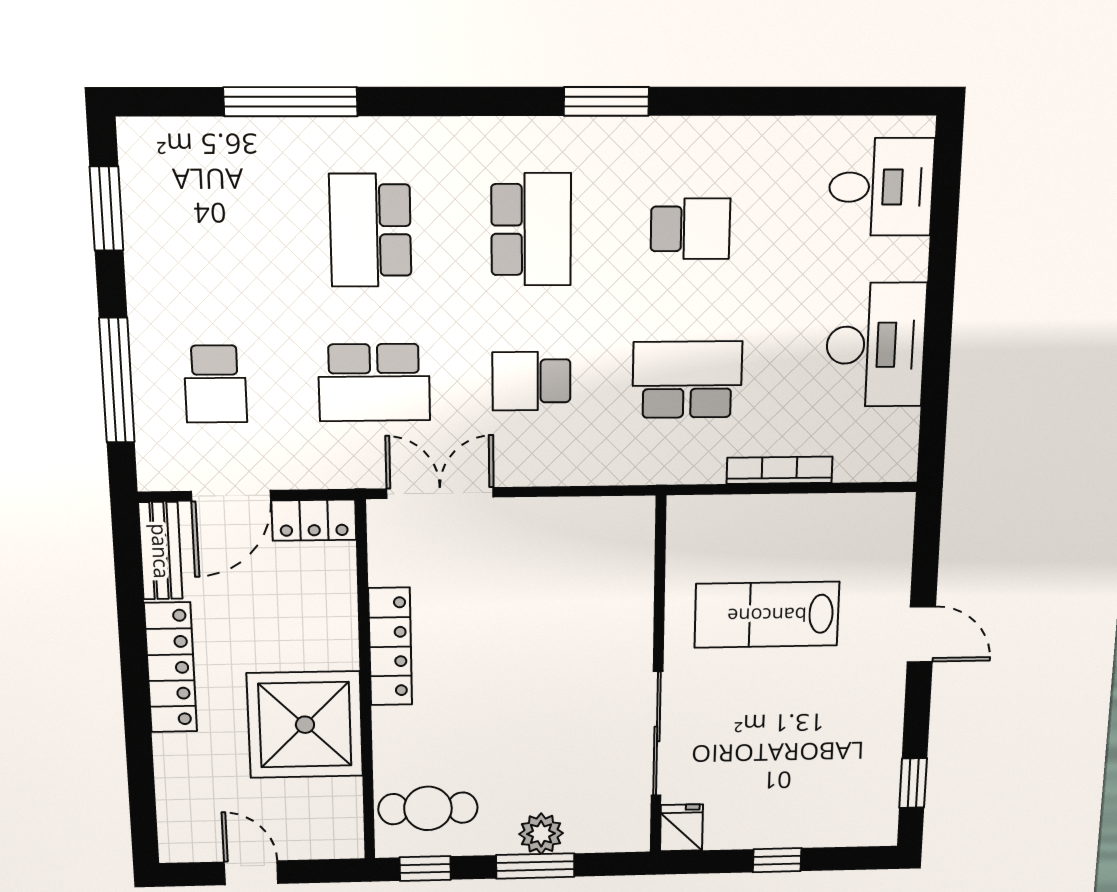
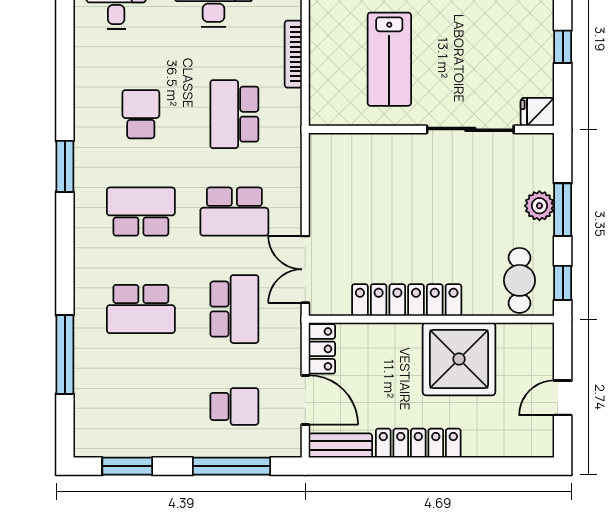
school desk: (531, 381) -> (234, 212), width x1.85
locker: (390, 647) -> (407, 300), width x1.41, depth x1.21

